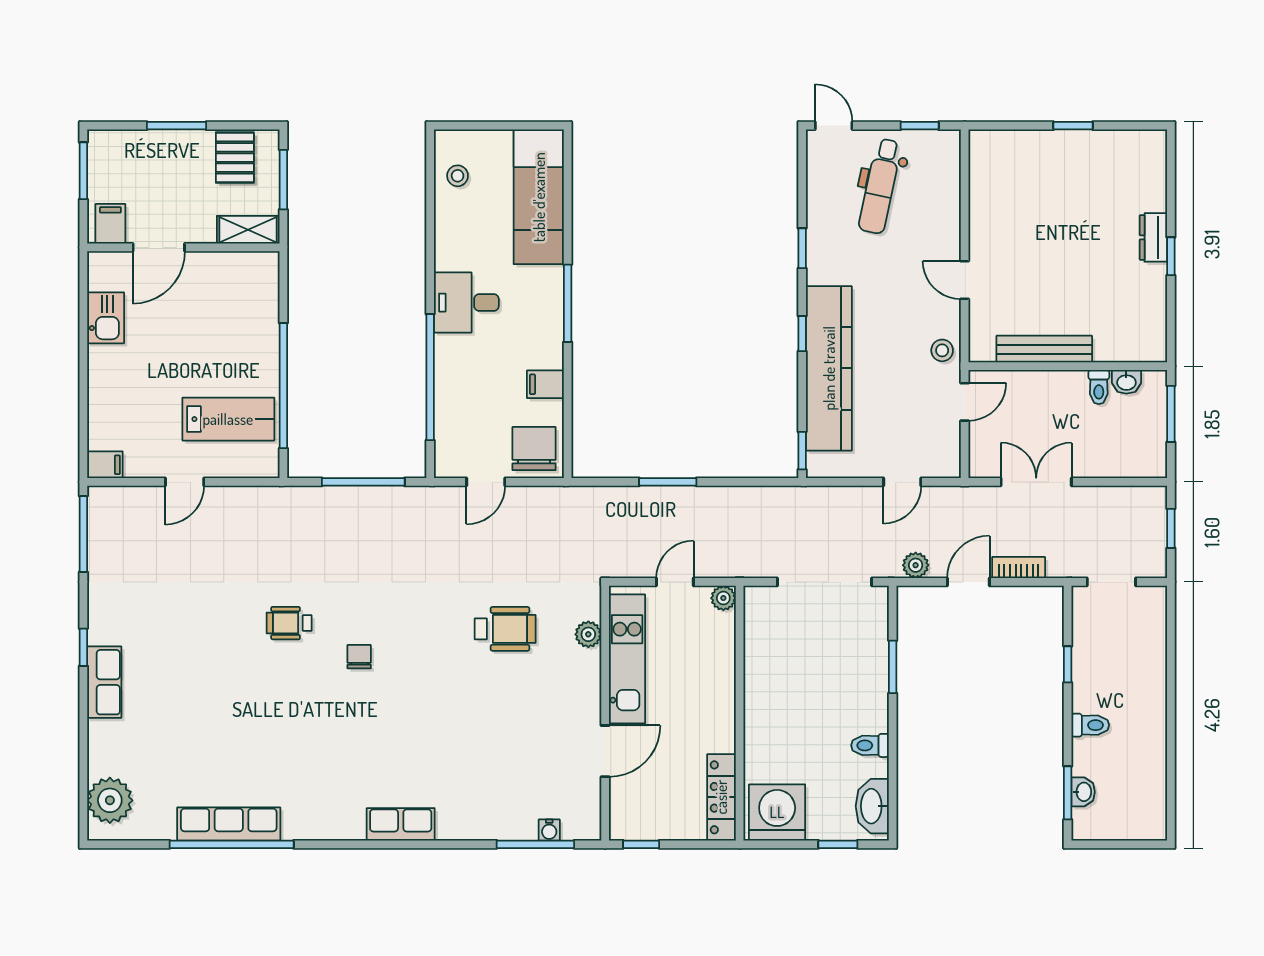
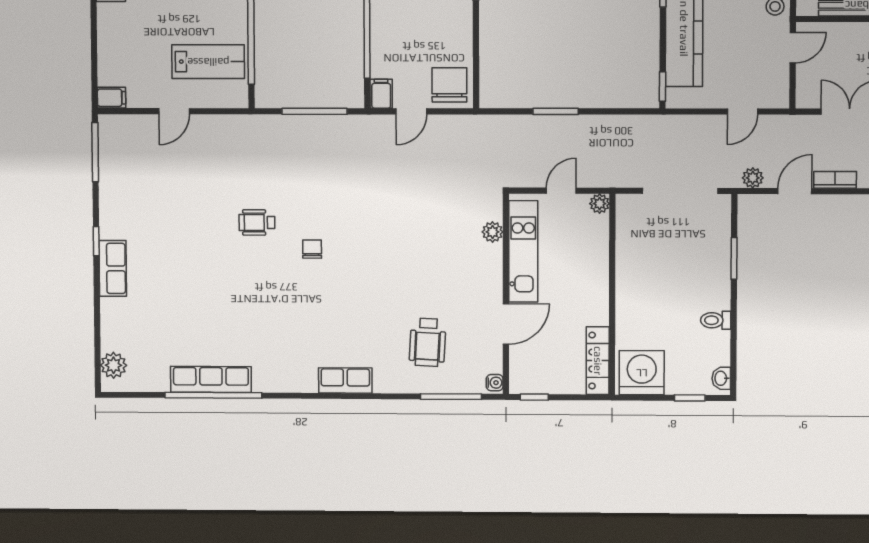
filing cabinet: (545, 384) -> (381, 94), moved, turned 90
wheelchair: (505, 629) -> (428, 342), moved, turned 93
plant: (110, 800) -> (114, 365), width x0.73, depth x0.73
washbasin: (872, 806) -> (721, 378), width x0.52, depth x0.69
water cooler: (549, 830) -> (495, 383), moved, turned -90

